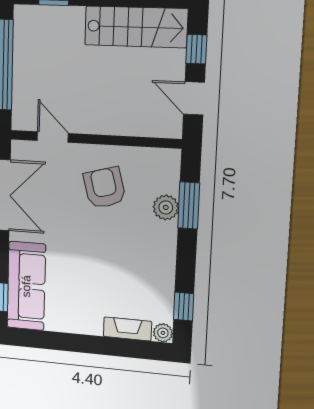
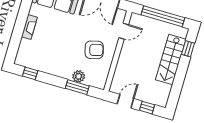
stairs: (136, 27) -> (171, 59), moved
fireplace: (127, 329) -> (29, 27), moved
plant: (163, 333) -> (19, 60), removed

